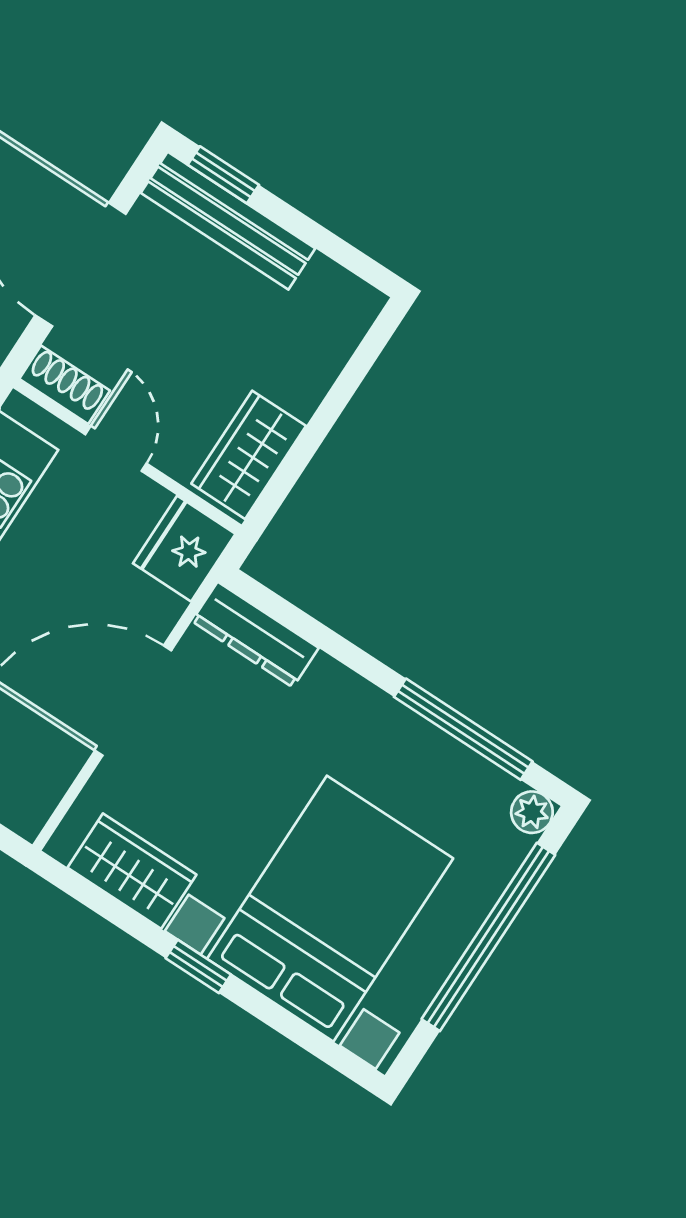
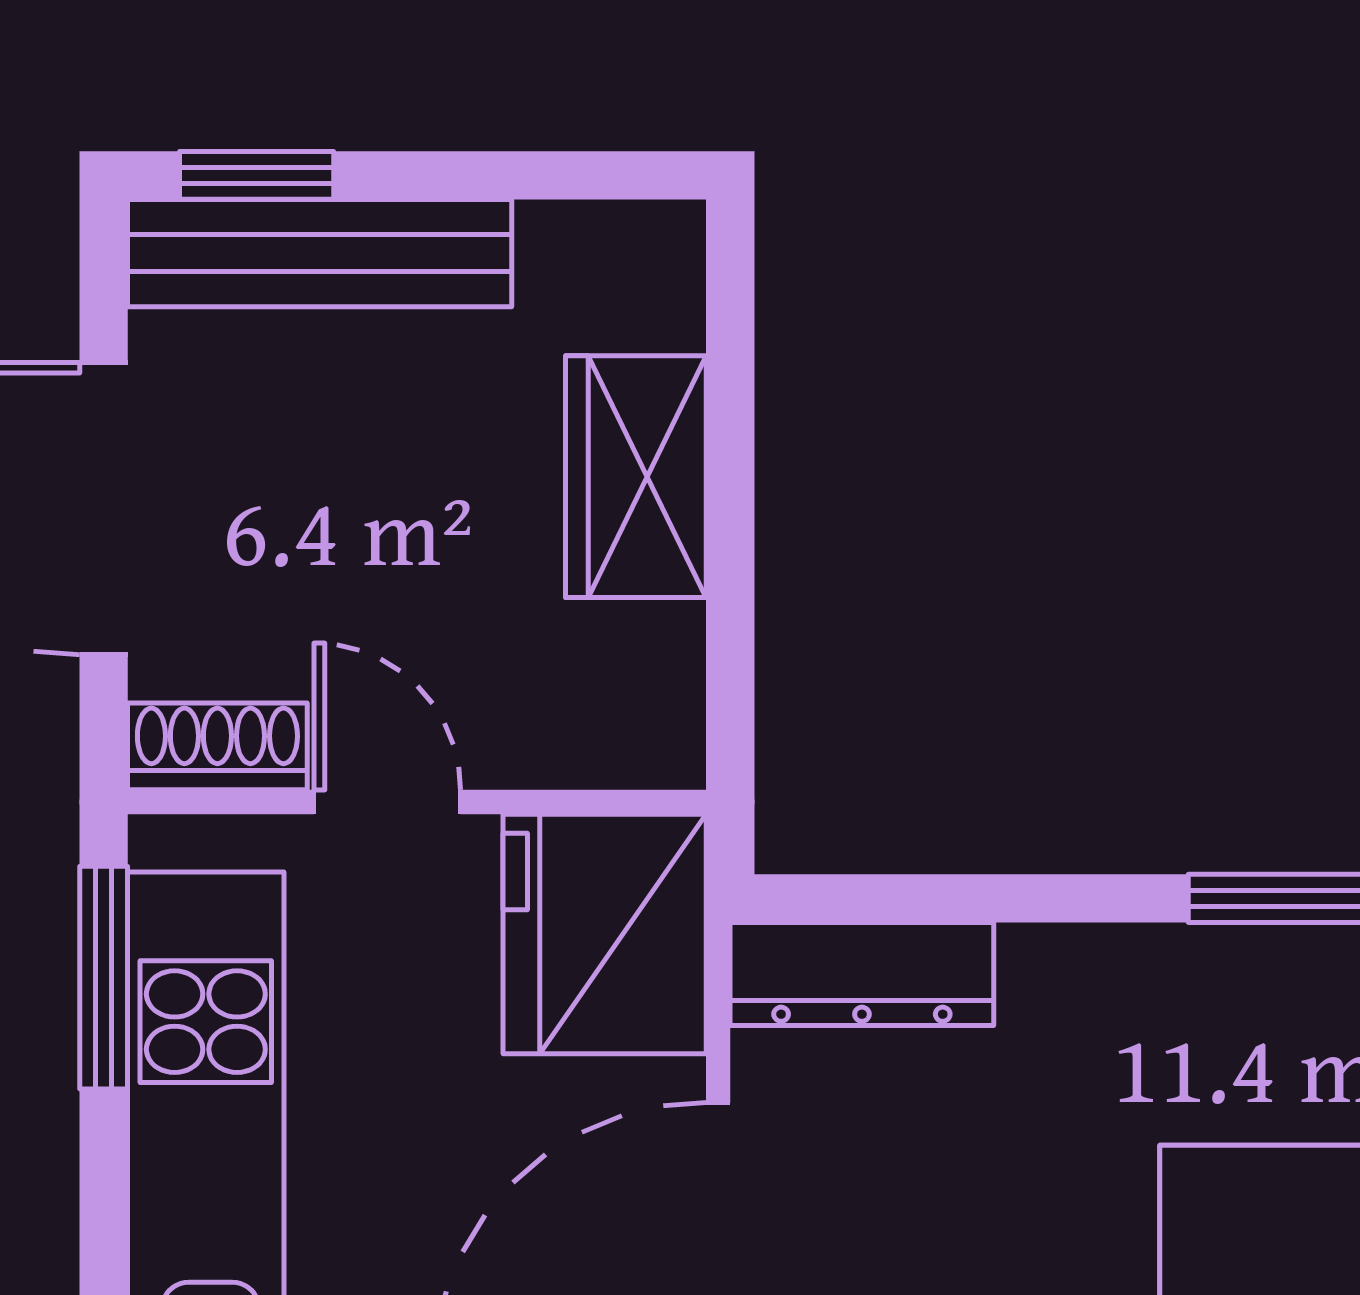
wardrobe: (249, 455) -> (636, 477), moved
fridge: (184, 549) -> (605, 934), width x1.36, depth x1.34

